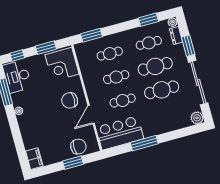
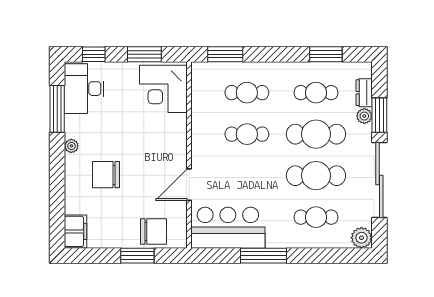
plant: (173, 22) -> (364, 116), moved
chair: (70, 100) -> (106, 175), moved
cafe table: (123, 101) -> (316, 217), moved

